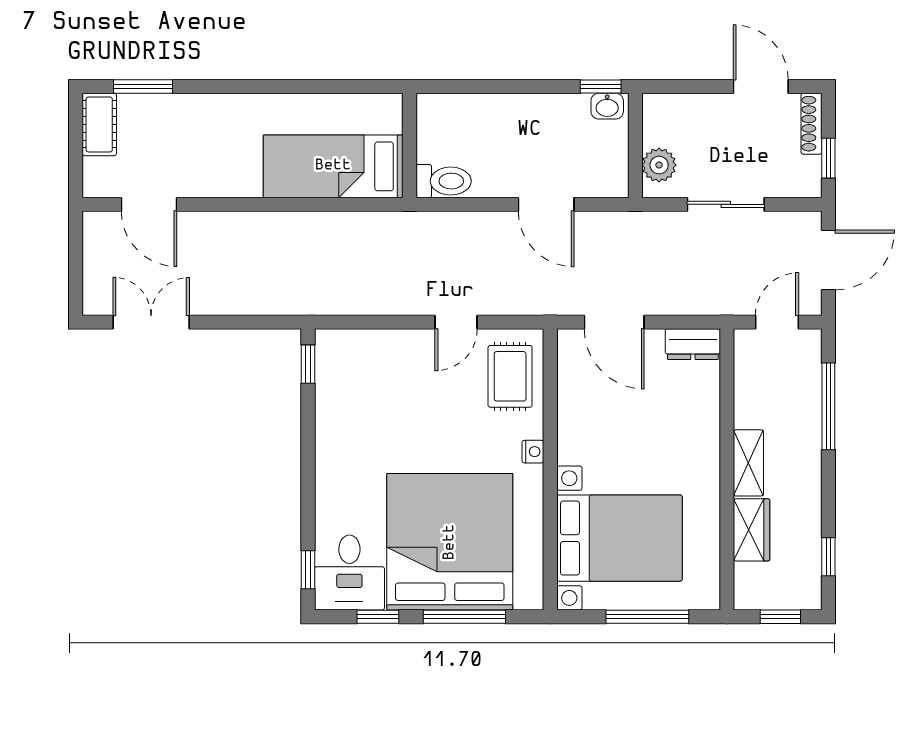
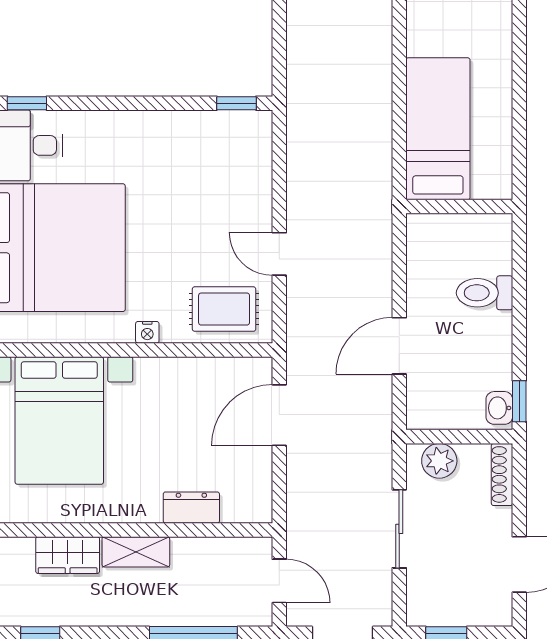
shoe rack: (811, 124) -> (502, 474), moved, turned -90
toilet: (444, 181) -> (485, 293), moved, turned 90
dresser: (693, 344) -> (191, 508), moved, turned 90

